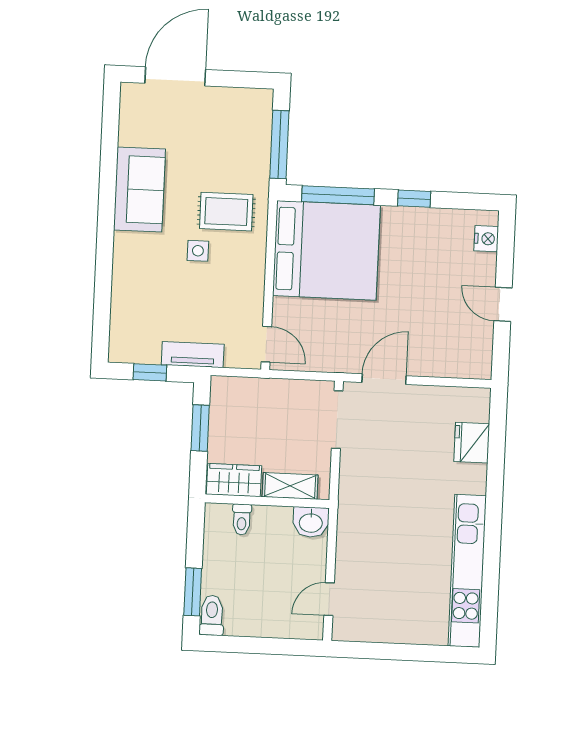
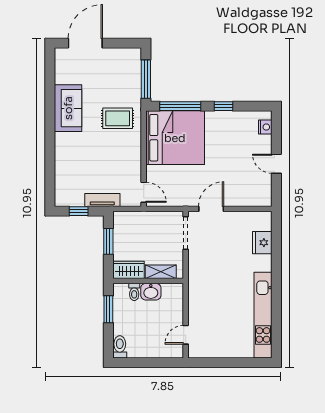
side table: (198, 251) -> (103, 141), removed
washbasin: (311, 522) -> (151, 292), moved
window: (193, 592) -> (108, 309), moved

